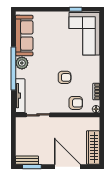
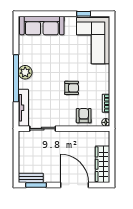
sofa: (24, 35) -> (42, 25), moved, turned 90
armchair: (76, 103) -> (84, 116), turned -90

